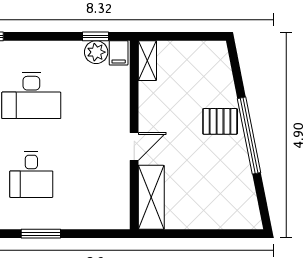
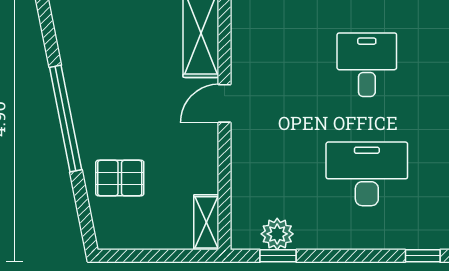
filing cabinet: (119, 53) -> (246, 233), removed
pallet: (220, 121) -> (120, 178), moved

